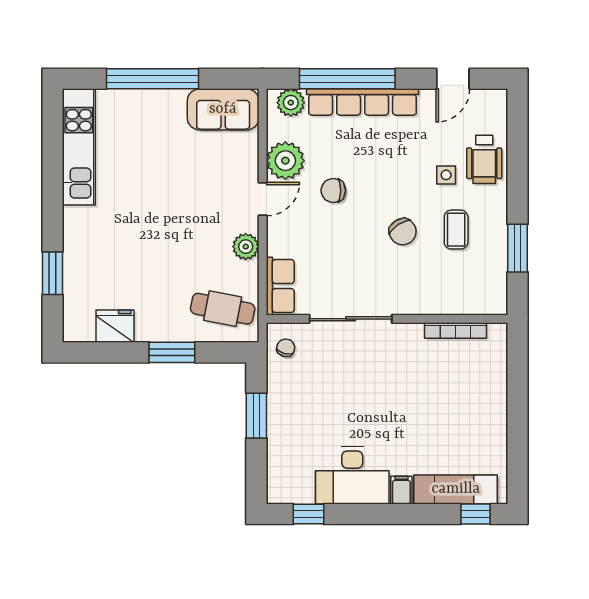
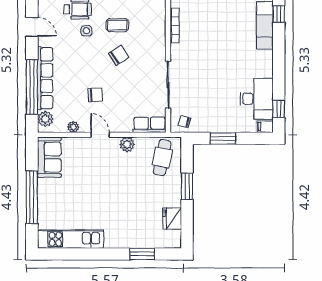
plant: (285, 161) -> (73, 127), width x0.53, depth x0.53
chair: (333, 190) -> (95, 95), turned -94
desk: (352, 475) -> (257, 99), moved
filing cabinet: (401, 490) -> (265, 127), moved

